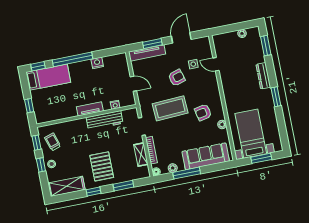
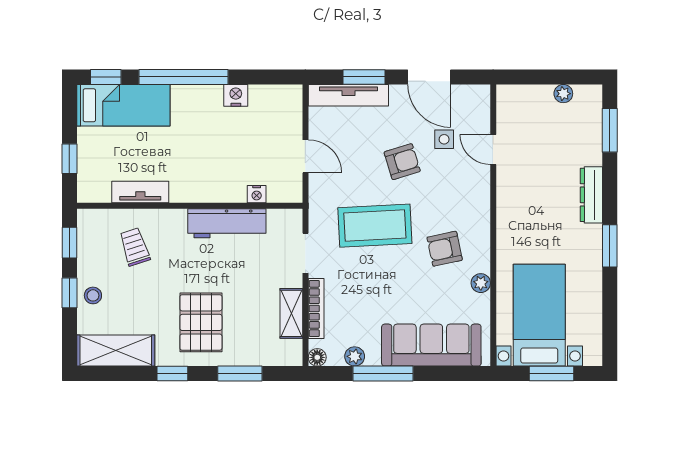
door: (181, 38) -> (429, 77), swing flipped
tv unit: (90, 109) -> (140, 192), moved
trolley: (53, 142) -> (135, 247), moved

